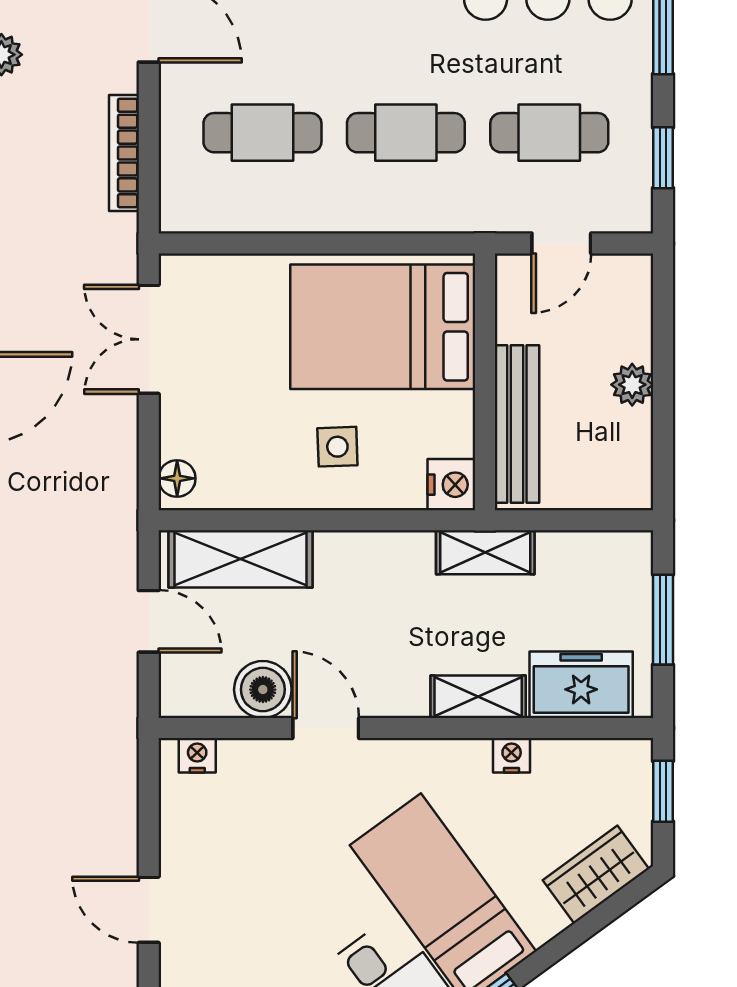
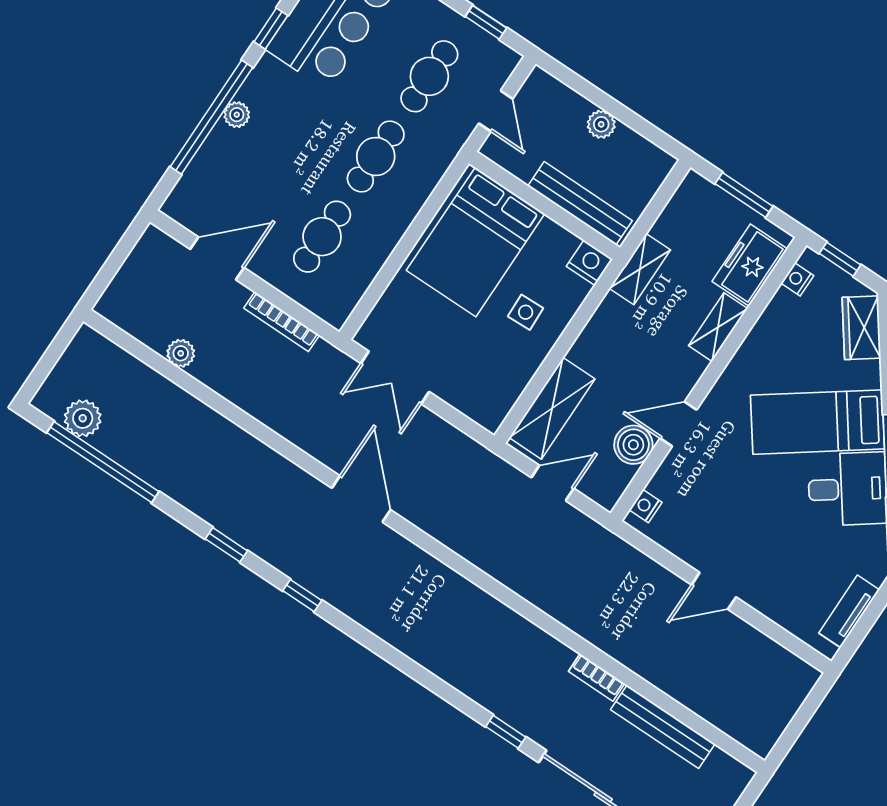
floor lamp: (177, 478) -> (483, 414), removed
nightstand: (512, 755) -> (797, 279), moved

